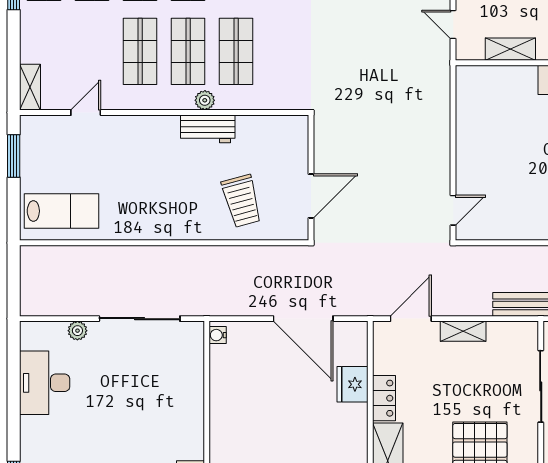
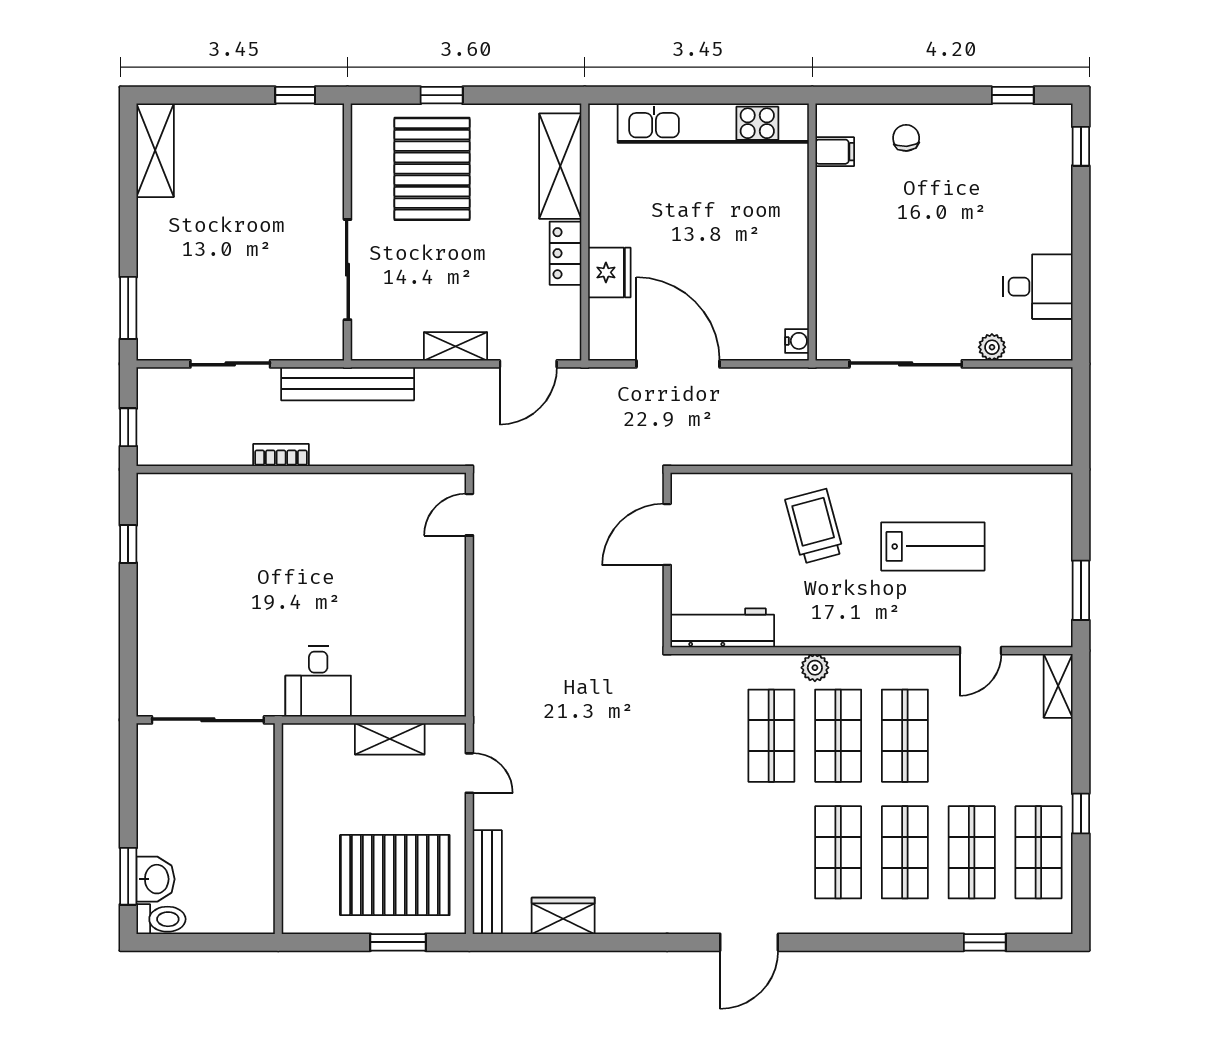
workbench: (208, 129) -> (722, 628), moved, width x1.38
trolley: (242, 201) -> (814, 526), moved
lab bench: (62, 211) -> (933, 546), moved, turned 180
desk: (45, 383) -> (1038, 287), width x0.73

